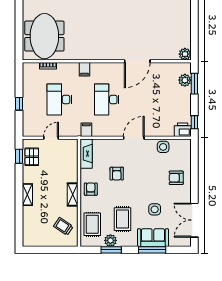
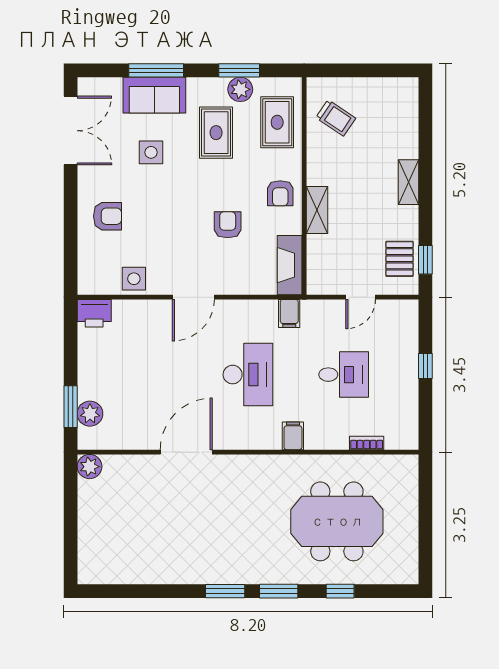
meeting table: (44, 36) -> (337, 521), moved, turned 90
desk: (59, 100) -> (344, 375), width x0.73
window: (194, 122) -> (71, 328), removed
shelving: (73, 194) -> (317, 210), moved

